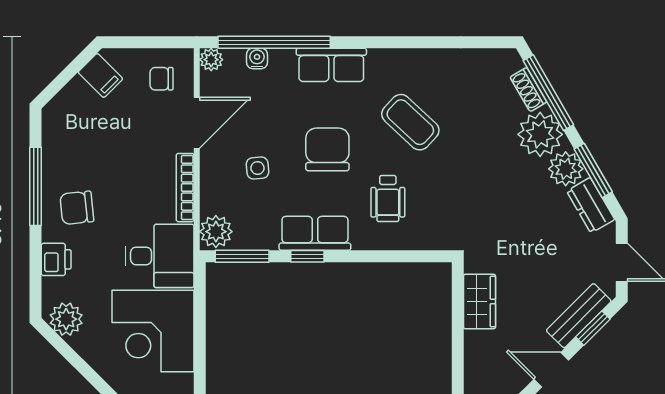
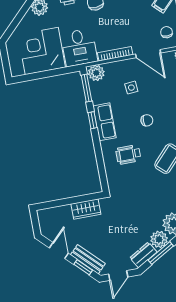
chair: (327, 149) -> (147, 120), width x0.54, depth x0.54

